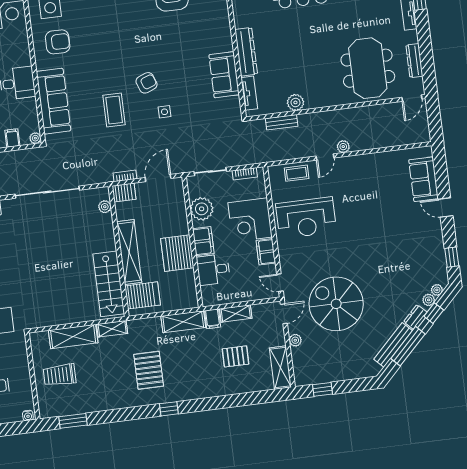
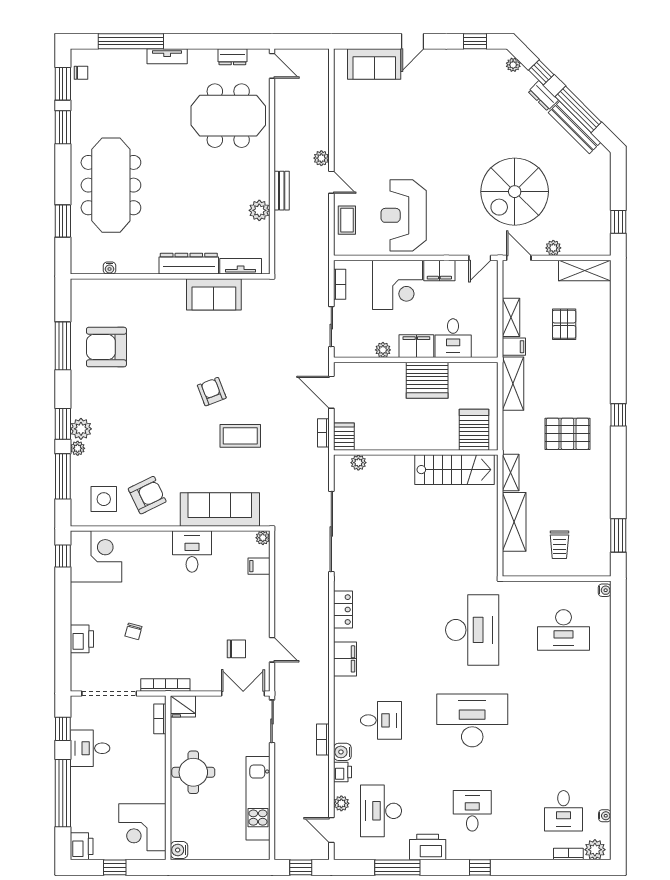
armchair: (58, 42) -> (147, 495), turned 64
dresser: (414, 61) -> (232, 57), width x0.70
side table: (165, 112) -> (250, 374), removed
bench: (282, 122) -> (282, 191), moved
plant: (202, 209) -> (383, 350), width x0.53, depth x0.53
reception desk: (306, 218) -> (404, 215), turned 180
shelving: (129, 252) -> (418, 439), removed
plant: (429, 300) -> (524, 77), removed
trolley: (60, 375) -> (559, 545), width x0.73, depth x0.72

